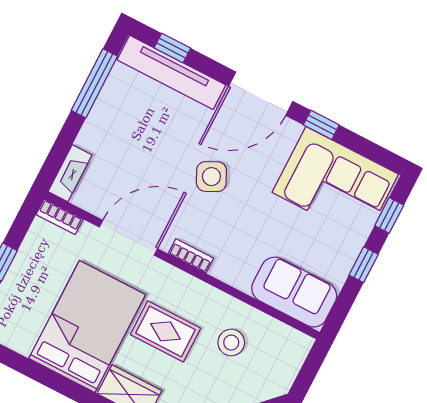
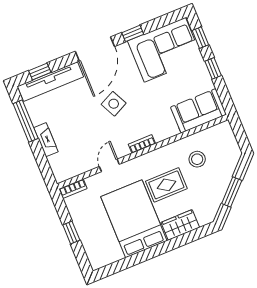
fireplace: (70, 173) -> (46, 140), moved
door: (128, 238) -> (109, 165), width x0.53

